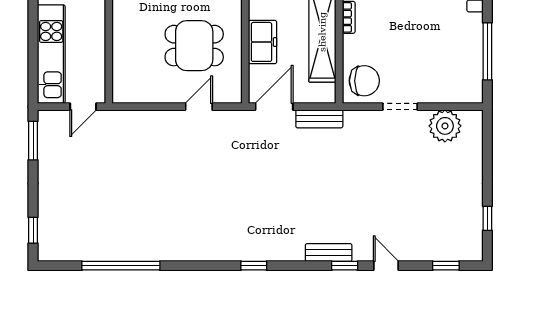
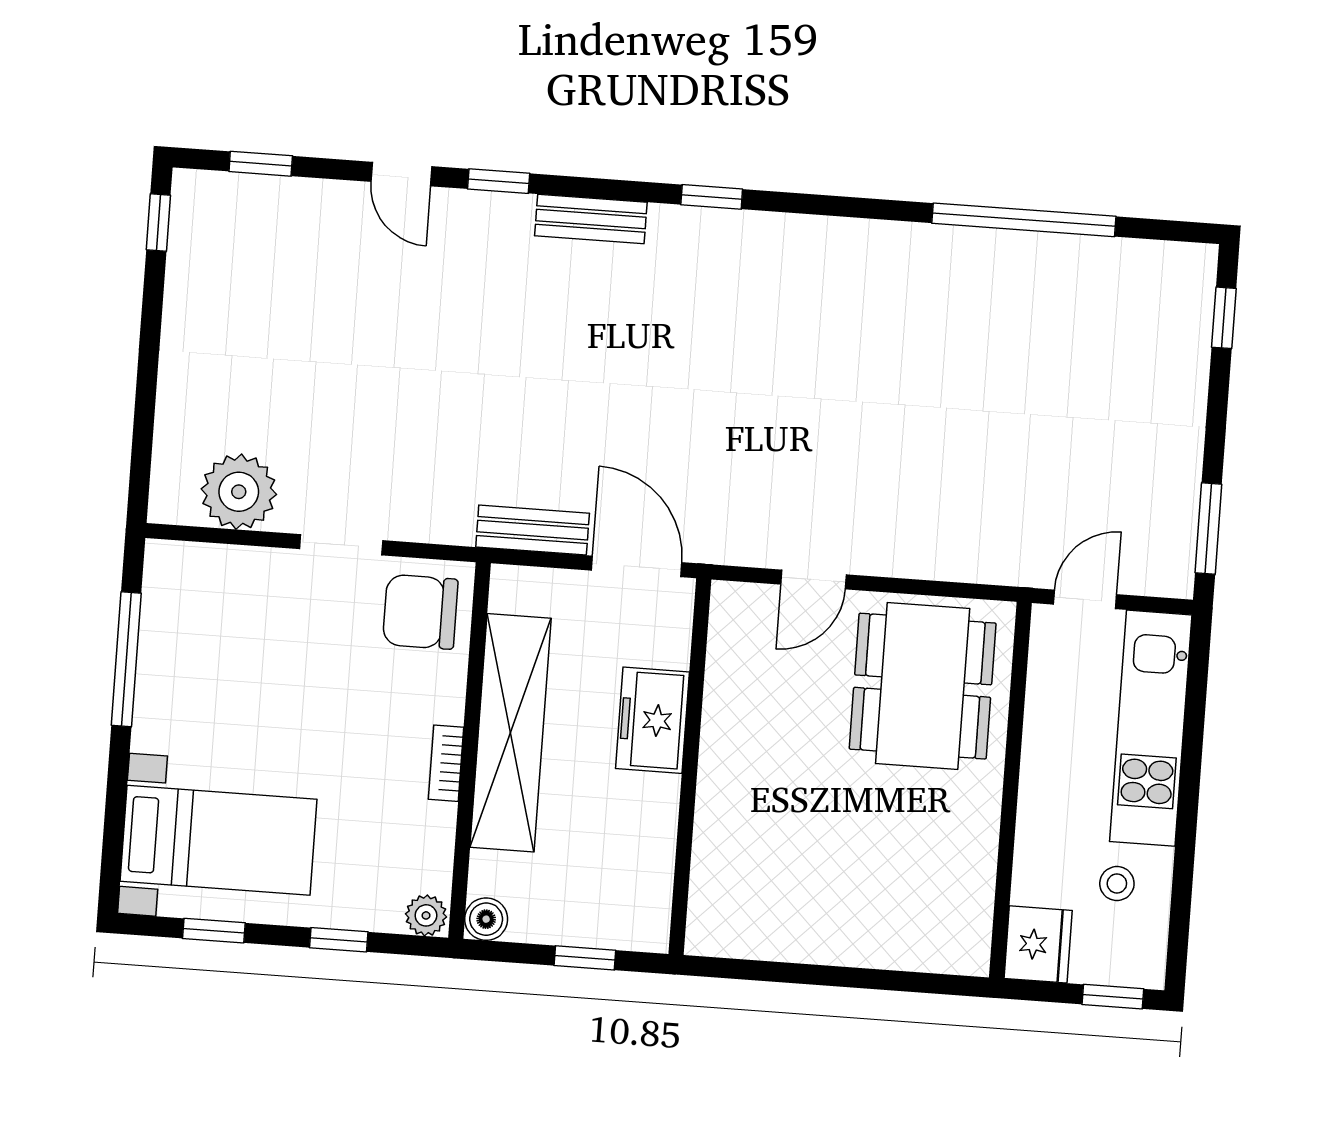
dining table: (194, 46) -> (923, 686), moved, width x1.37
door: (274, 107) -> (637, 566), swing flipped
window: (487, 218) -> (158, 223), moved
bench: (329, 252) -> (591, 219), moved

